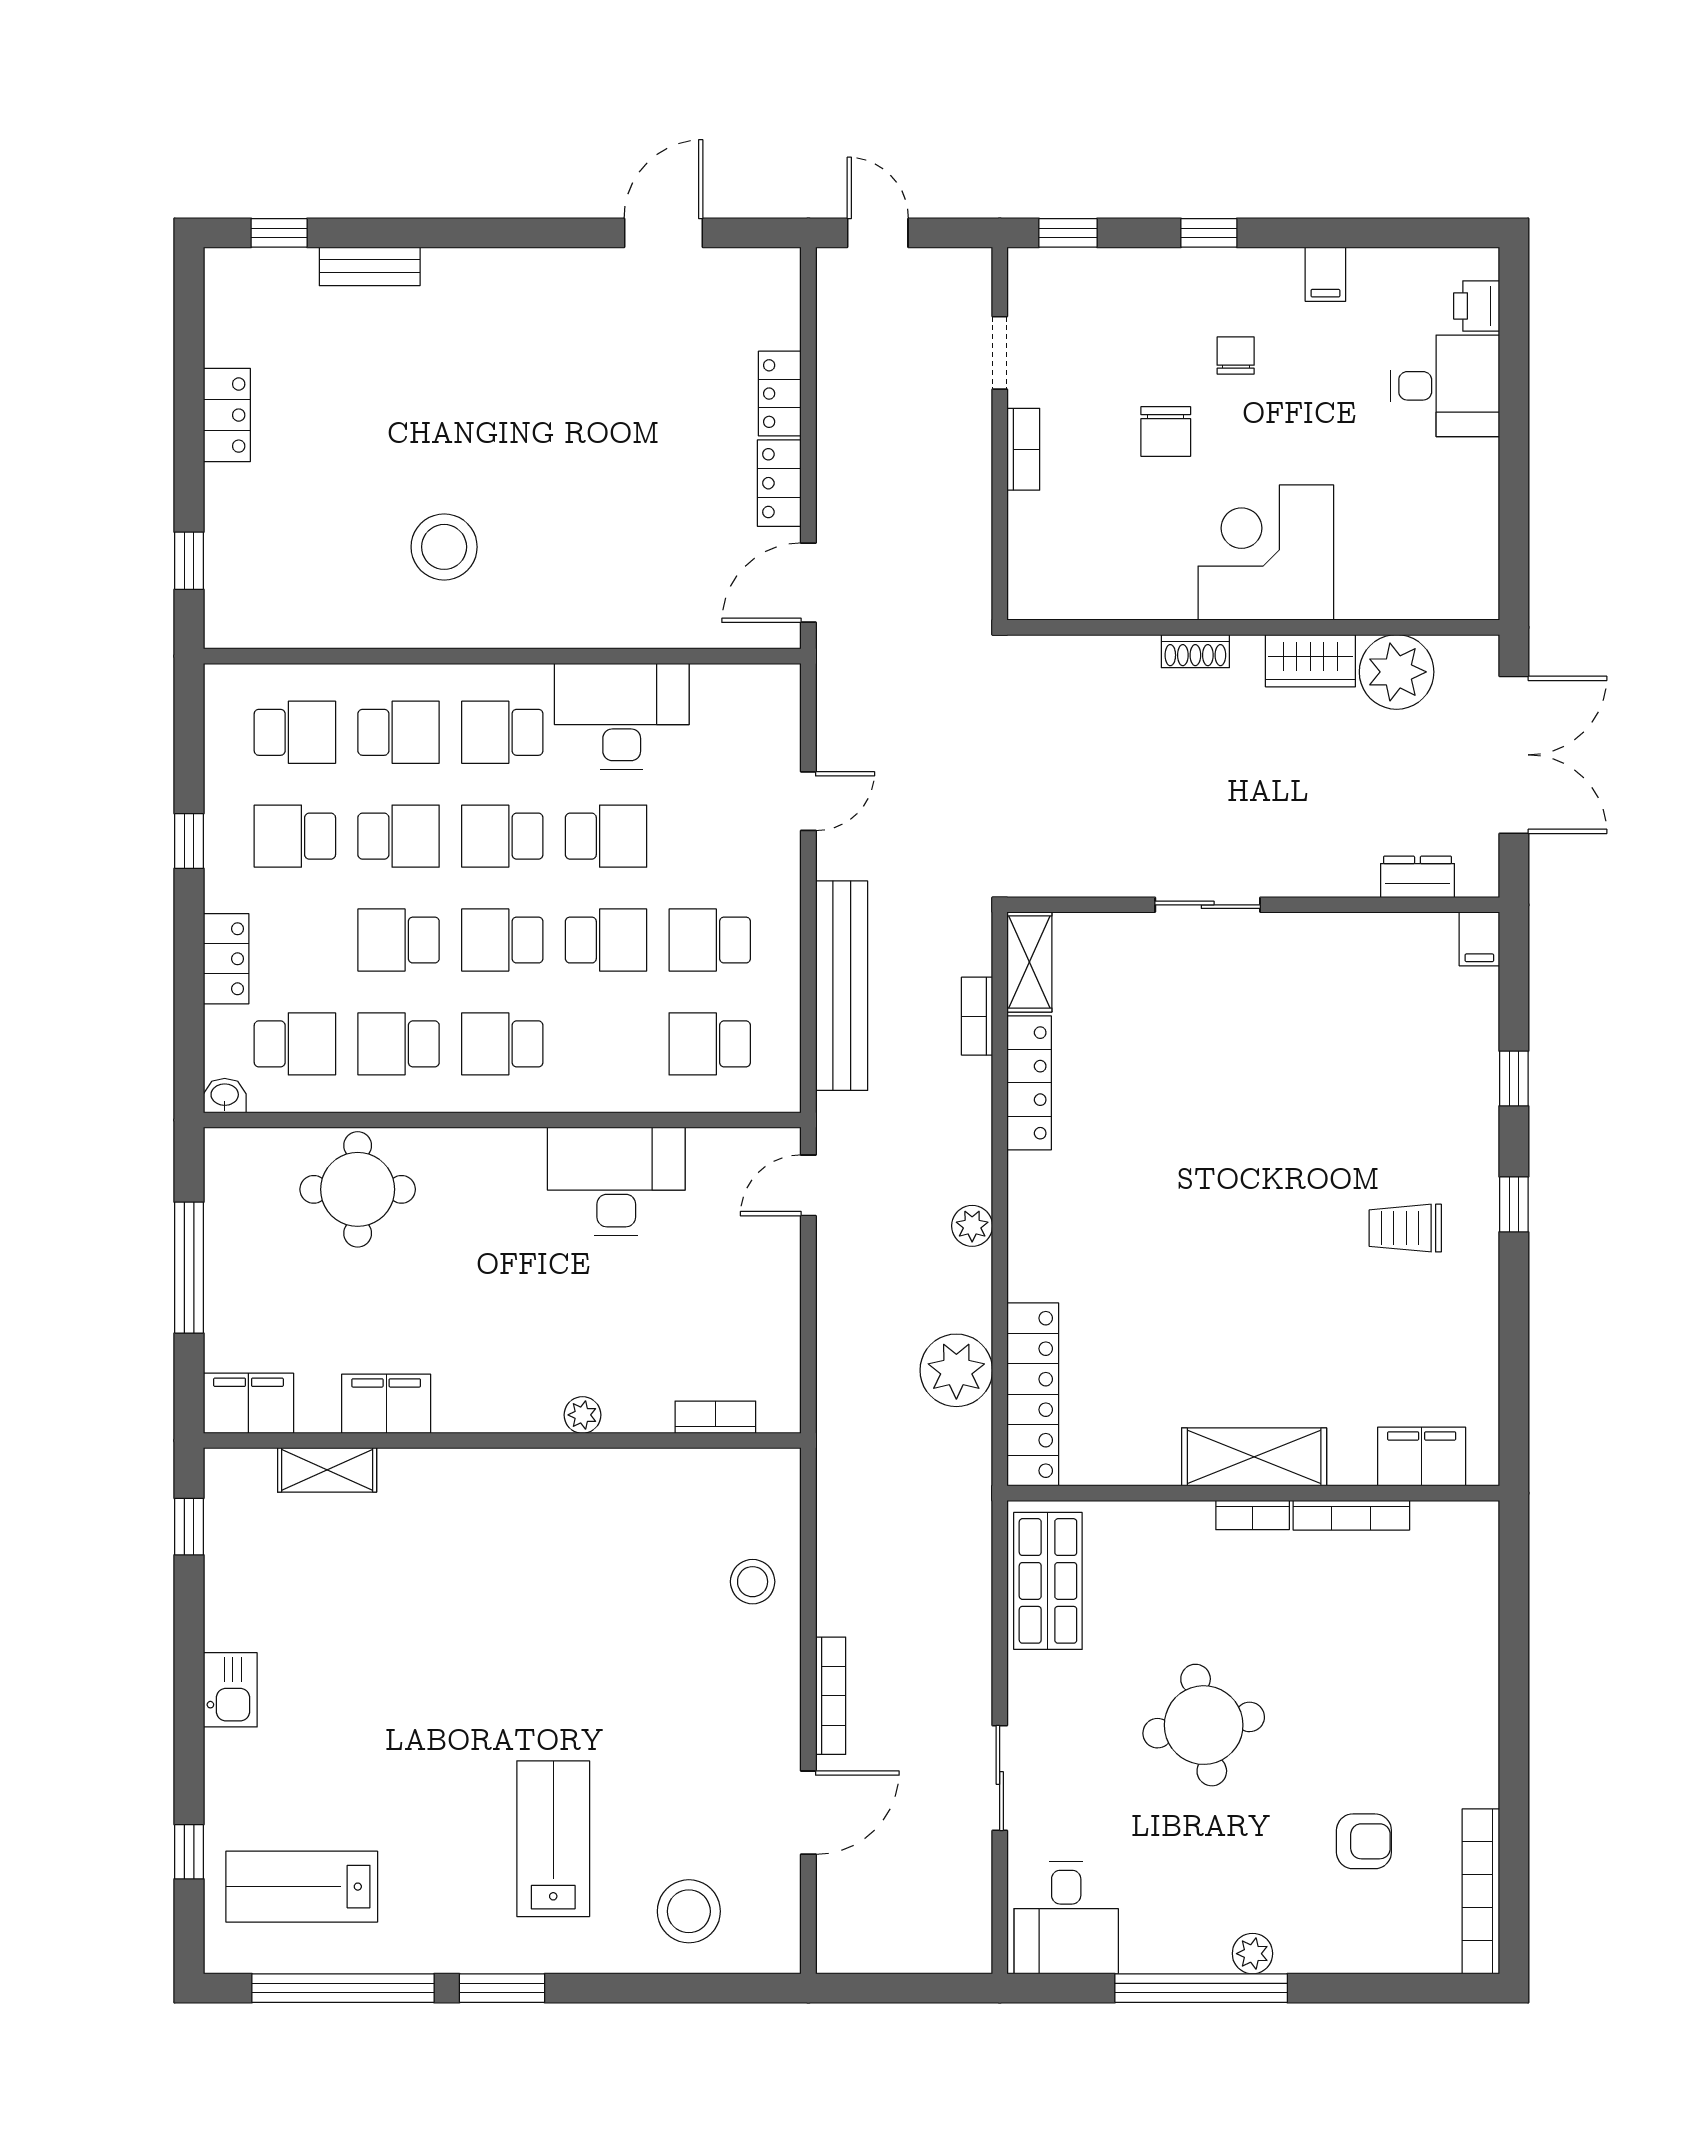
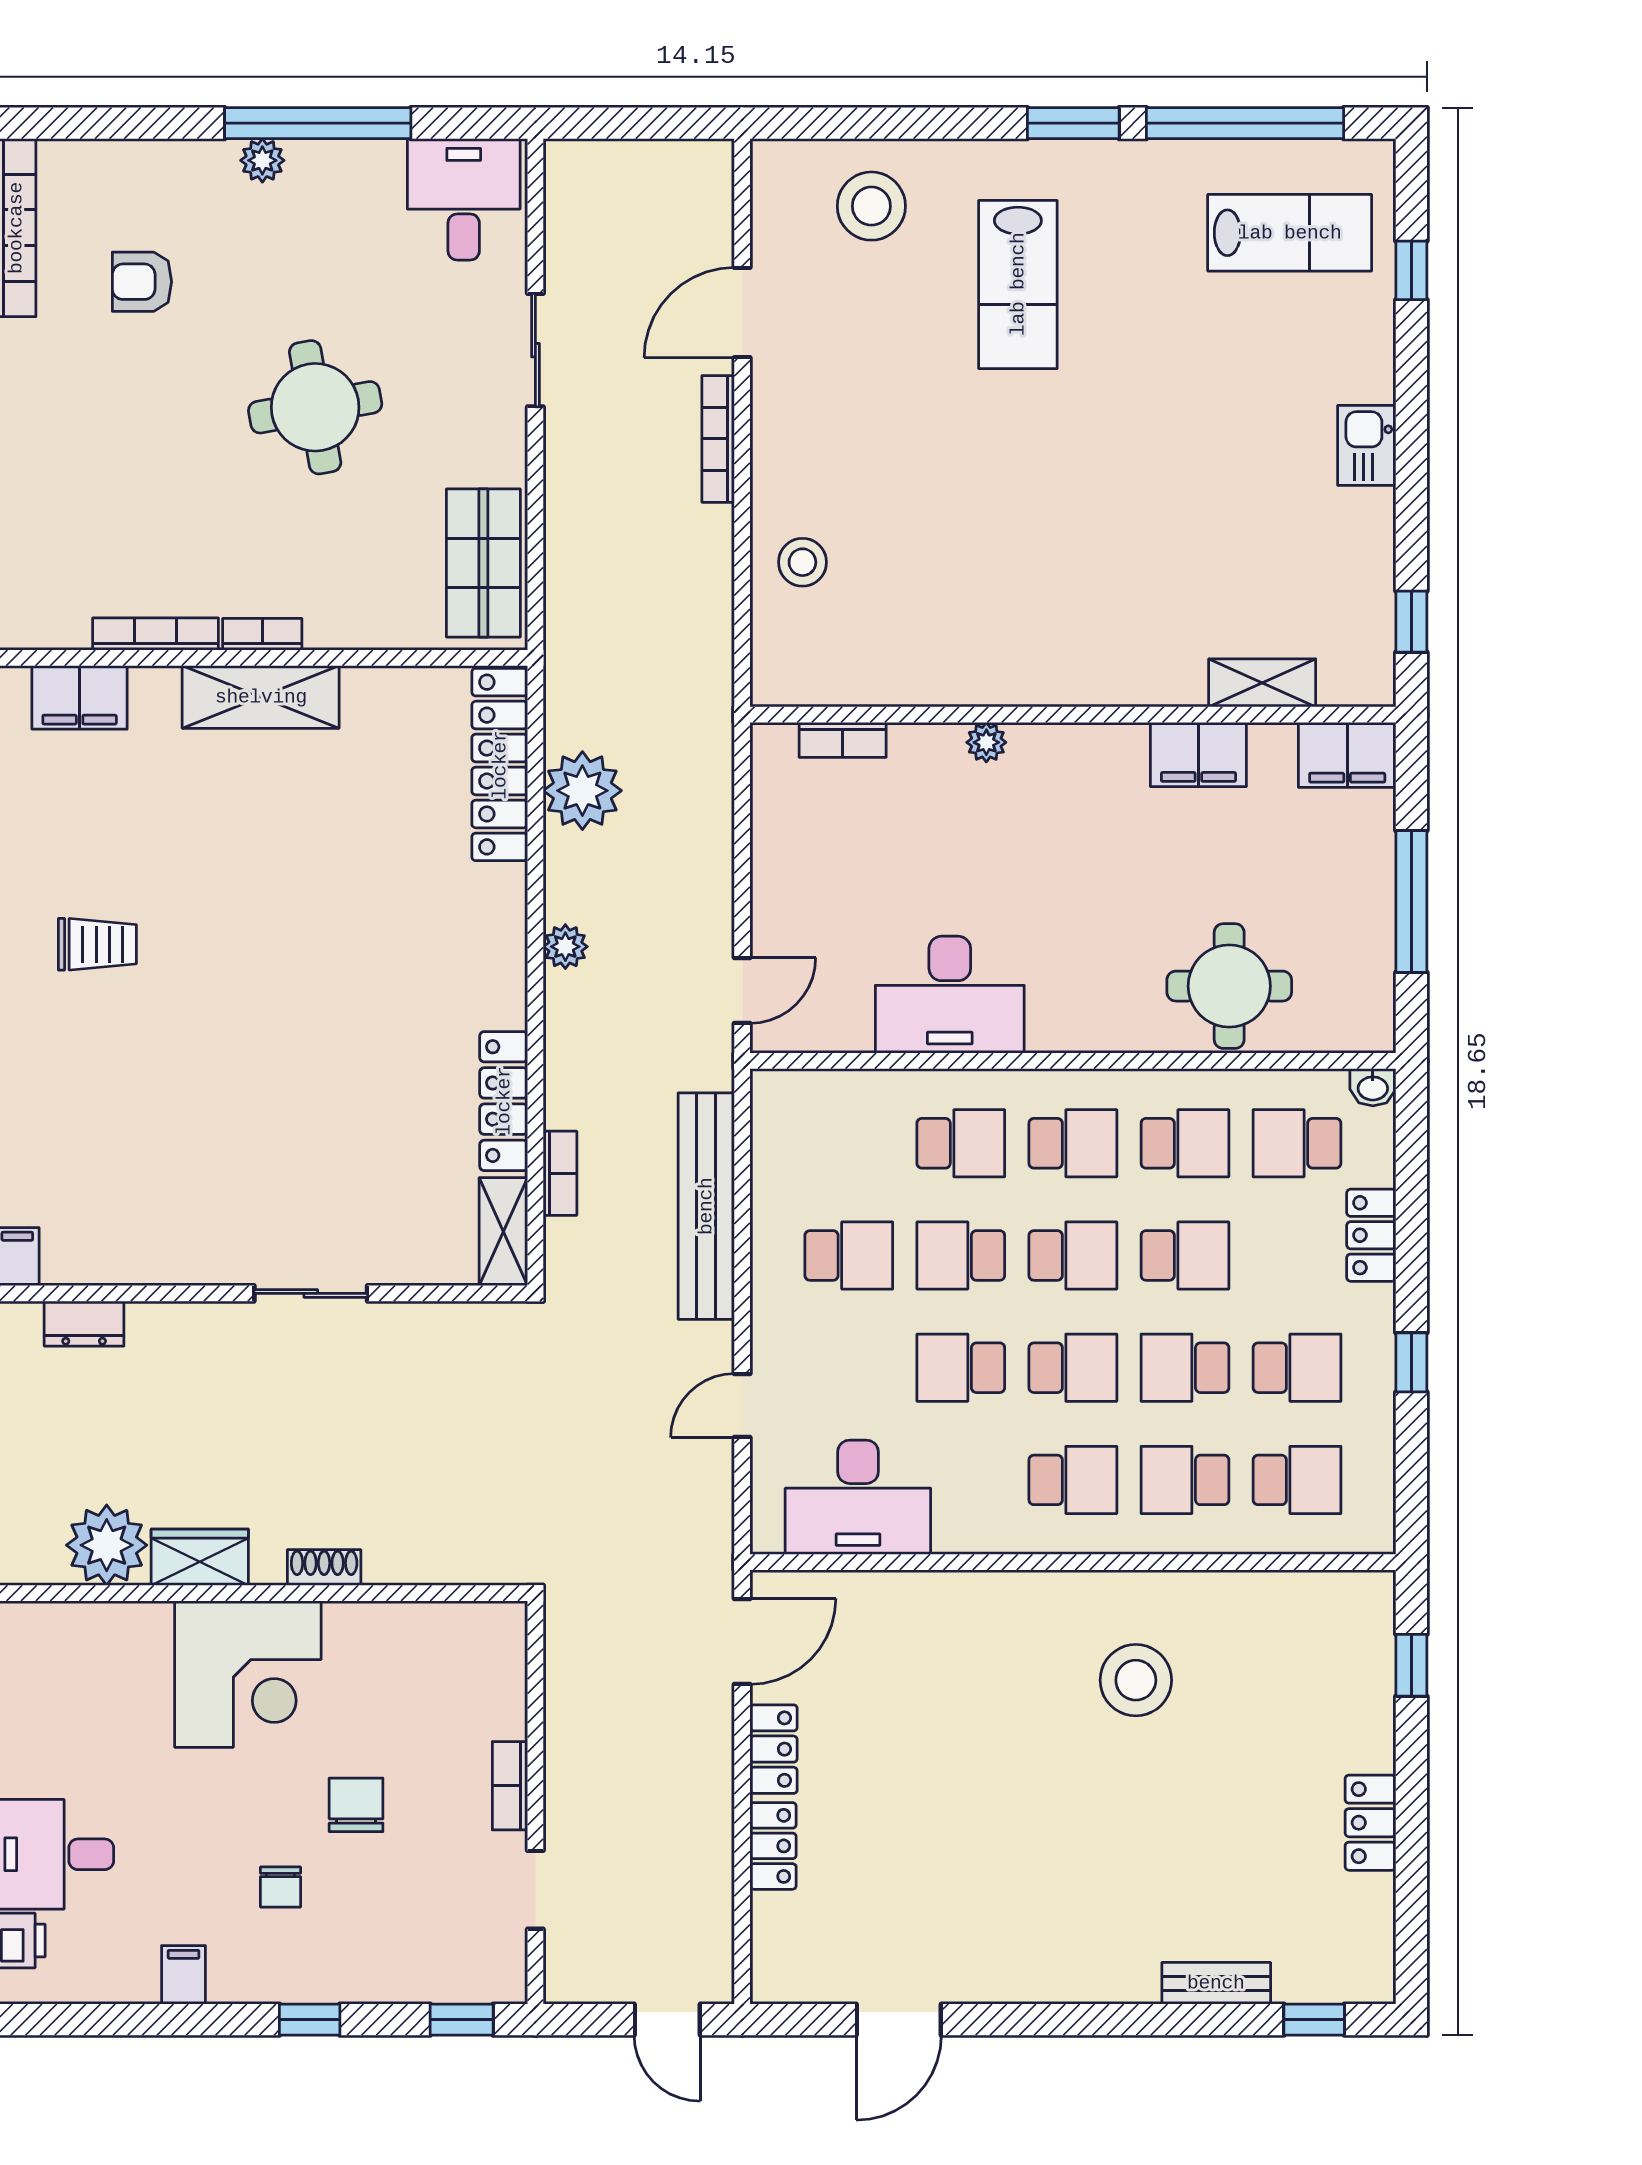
desk: (622, 716) -> (858, 1497), moved
school desk: (295, 732) -> (1297, 1480), turned 180
school desk: (710, 1044) -> (961, 1143), moved

